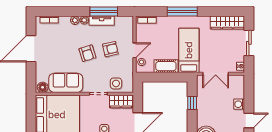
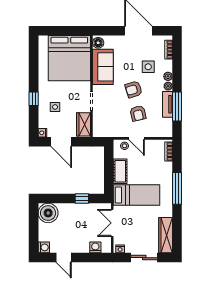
side table: (116, 83) -> (148, 67), moved
washing machine: (239, 104) -> (95, 247), moved

